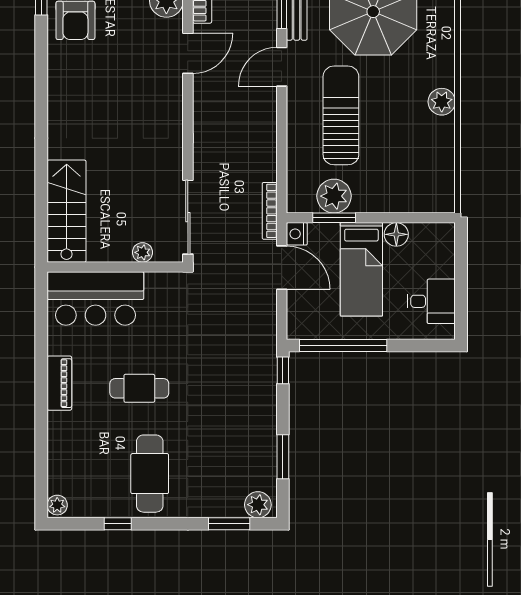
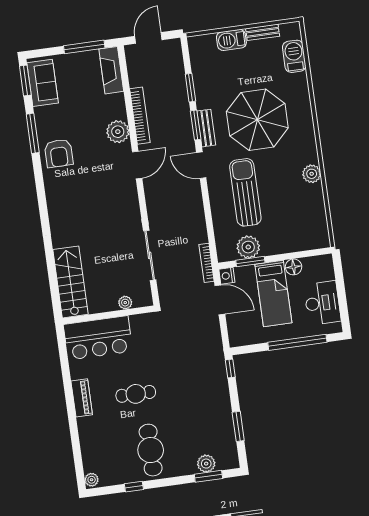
door: (282, 67) -> (201, 165), hinge flipped
sliding door: (188, 217) -> (150, 255), moved
desk: (431, 301) -> (322, 303), width x1.37
window: (343, 346) -> (297, 342), moved
plant: (258, 505) -> (206, 464), moved

